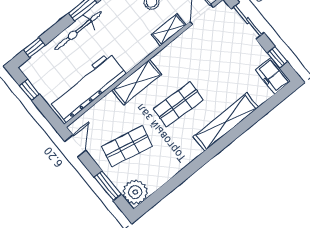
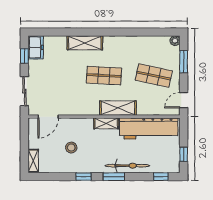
shelving: (169, 30) -> (106, 123), moved
shelving: (226, 122) -> (85, 43), width x0.68
plant: (135, 192) -> (175, 41), width x0.53, depth x0.53

